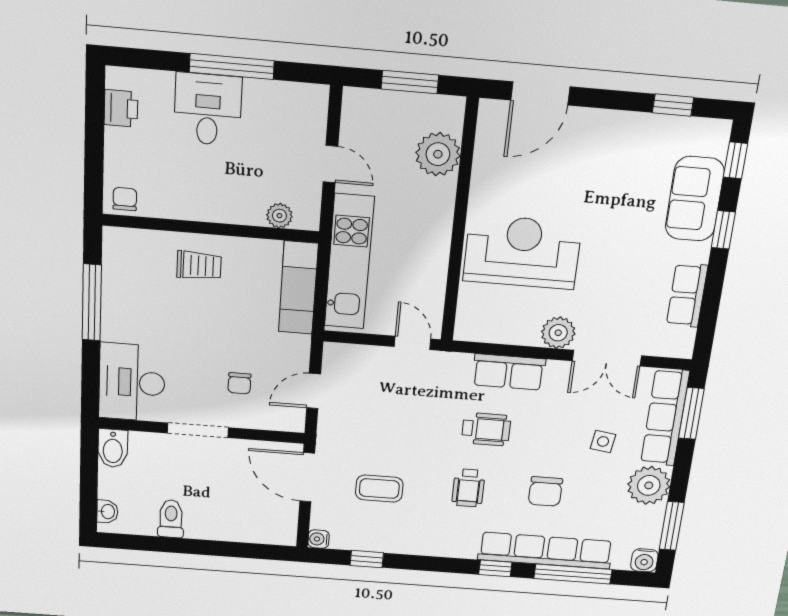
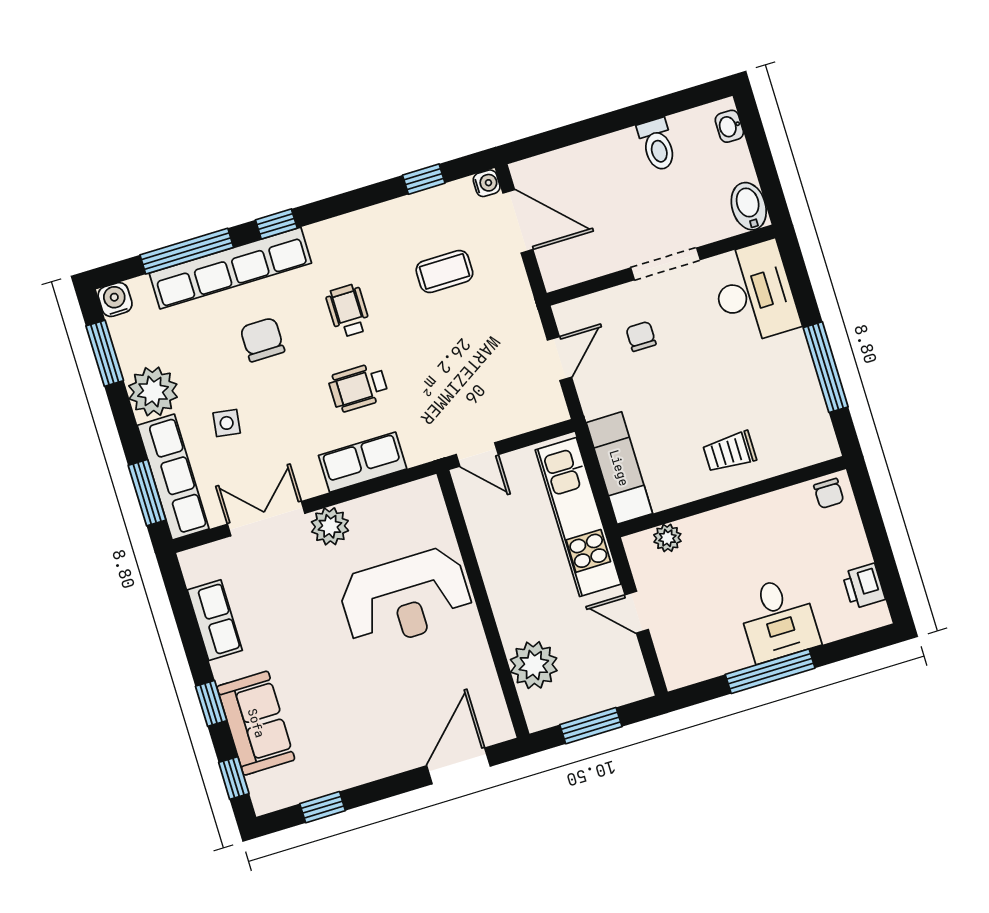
door: (307, 477) -> (518, 221), moved

